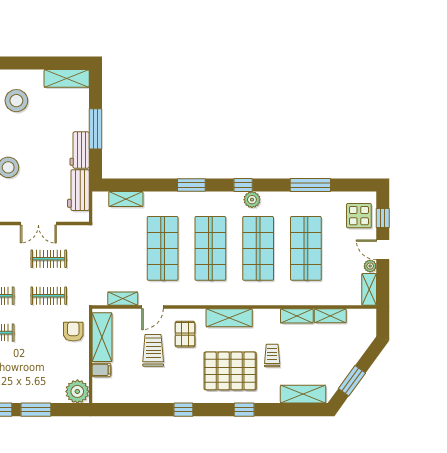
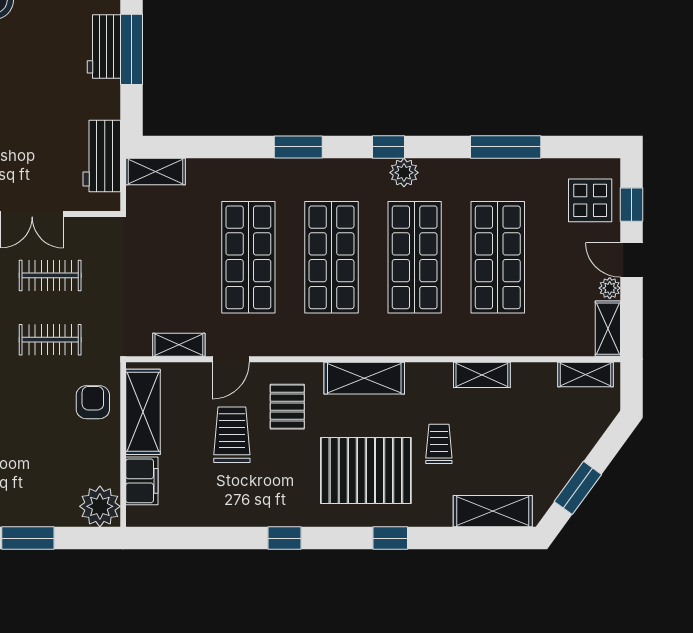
workbench: (80, 150) -> (104, 47), moved
shelving: (126, 199) -> (156, 171), moved
shelving: (330, 316) -> (586, 374), moved
filing cabinet: (101, 370) -> (142, 481), width x2.00

